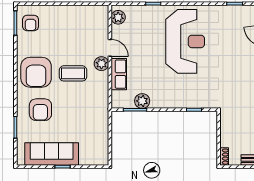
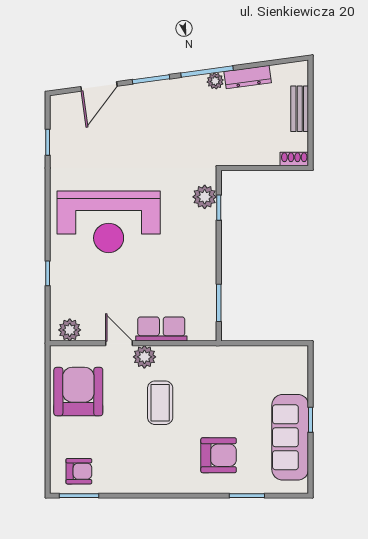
reception desk: (185, 41) -> (109, 222), turned 180
door: (110, 48) -> (119, 343), hinge flipped
armchair: (36, 72) -> (78, 392), moved, turned -90
plant: (142, 101) -> (205, 197), moved

